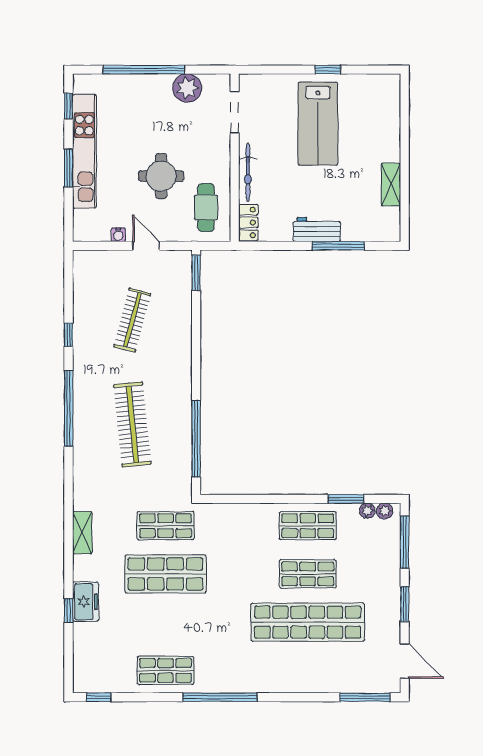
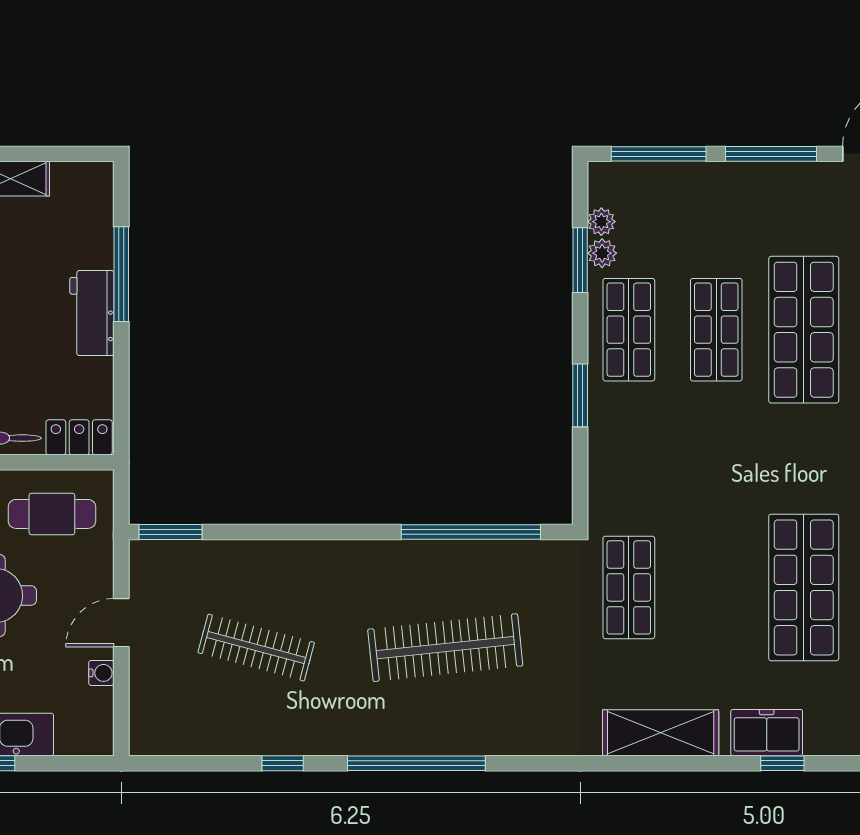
window: (271, 499) -> (580, 395), added
plant: (385, 511) -> (602, 253), moved
shelving: (82, 533) -> (661, 733), width x1.50, depth x1.33
shop shelf: (165, 574) -> (804, 587), moved
window: (405, 604) -> (771, 154), width x1.44
shop shelf: (308, 622) -> (804, 330), width x0.71

